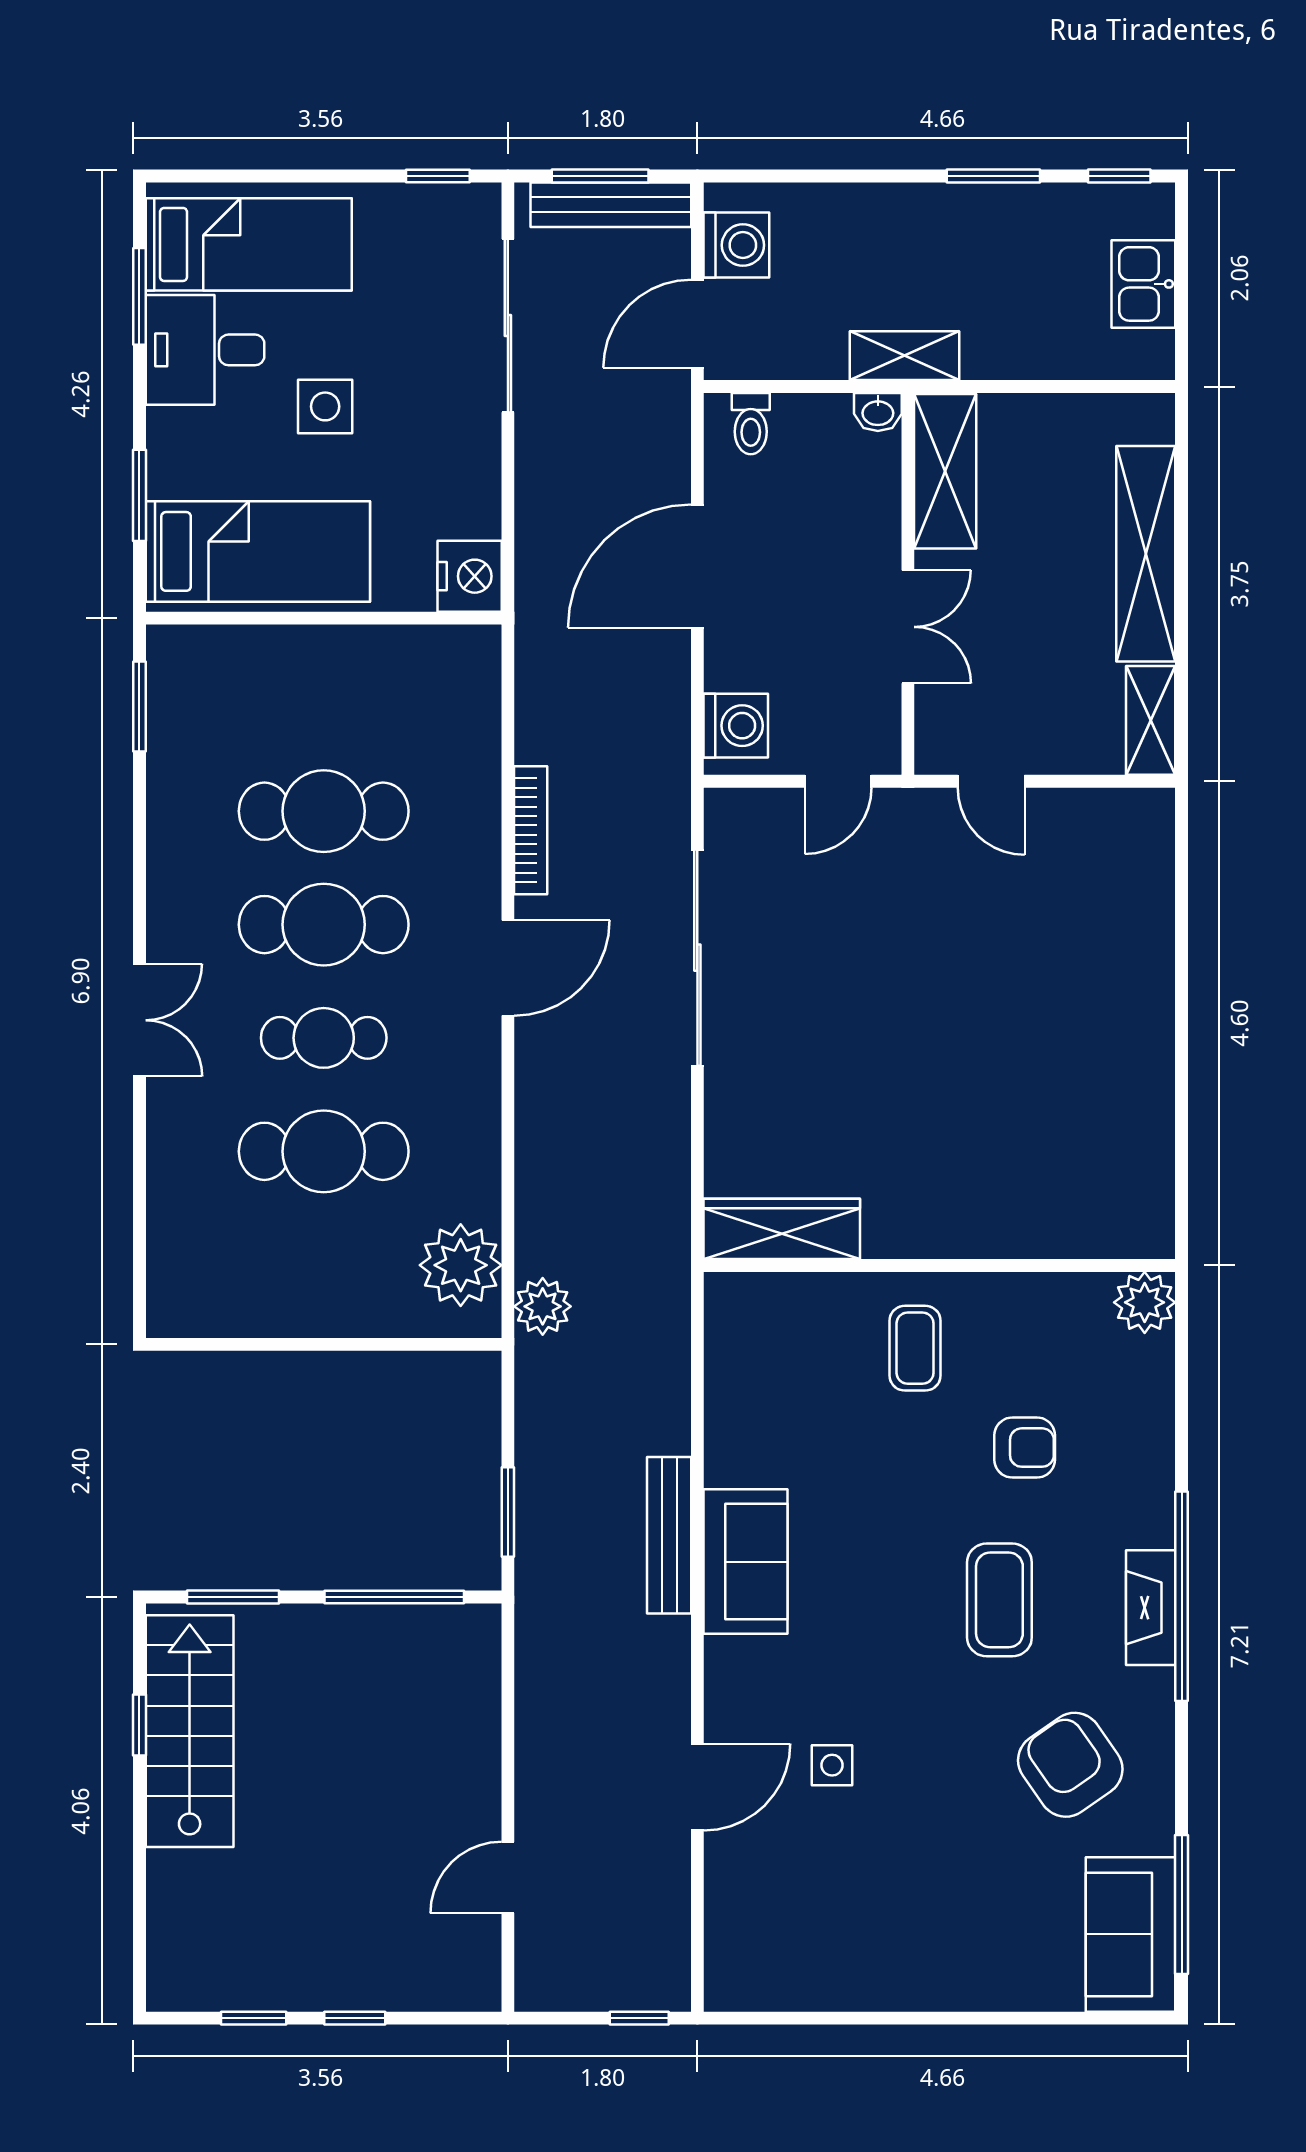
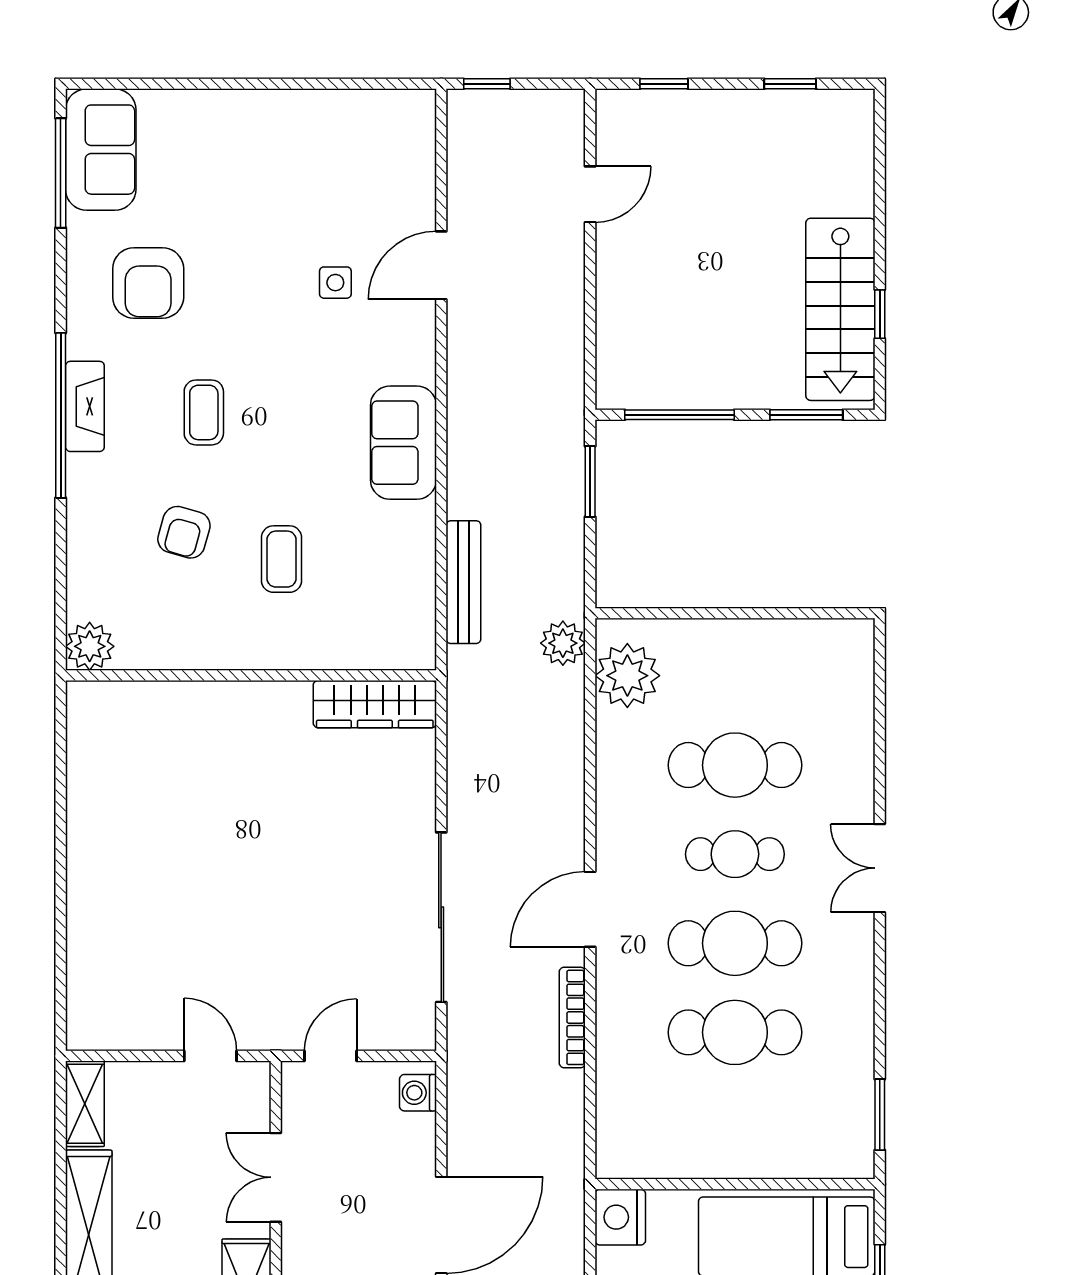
washing machine: (736, 726) -> (418, 1093), width x0.73, depth x0.73
coffee table: (915, 1348) -> (281, 559), moved
armchair: (1025, 1448) -> (184, 532), turned -74
bench: (669, 1535) -> (463, 582), moved
coffee table: (999, 1600) -> (204, 412), width x0.73, depth x0.77
armchair: (1070, 1765) -> (148, 283), turned 35
window: (355, 2018) -> (664, 84), moved

